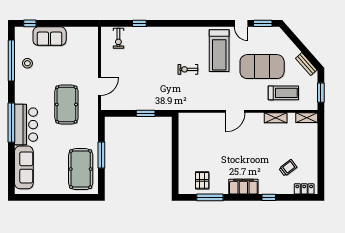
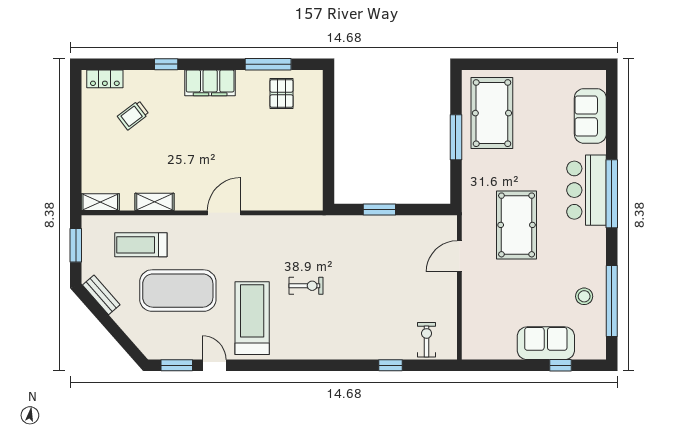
window: (30, 23) -> (561, 365), moved
sofa: (24, 167) -> (590, 116), width x0.73

